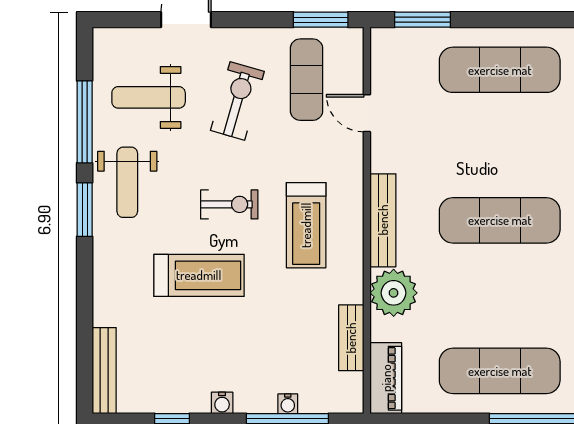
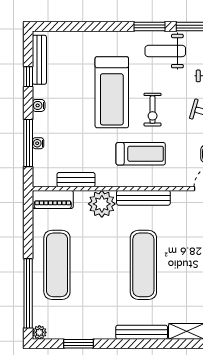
treadmill: (306, 225) -> (141, 154), turned 180
treadmill: (199, 275) -> (112, 92), width x1.37, depth x1.38
bench: (104, 371) -> (39, 60), moved, turned 90

